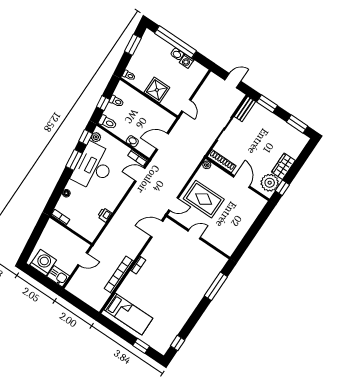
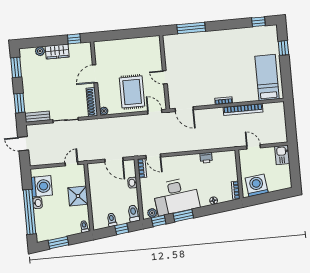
washing machine: (187, 61) -> (42, 186), width x1.89, depth x1.89
plant: (270, 183) -> (40, 51), moved, width x0.53, depth x0.53
washing machine: (43, 263) -> (257, 185), moved, turned 83

